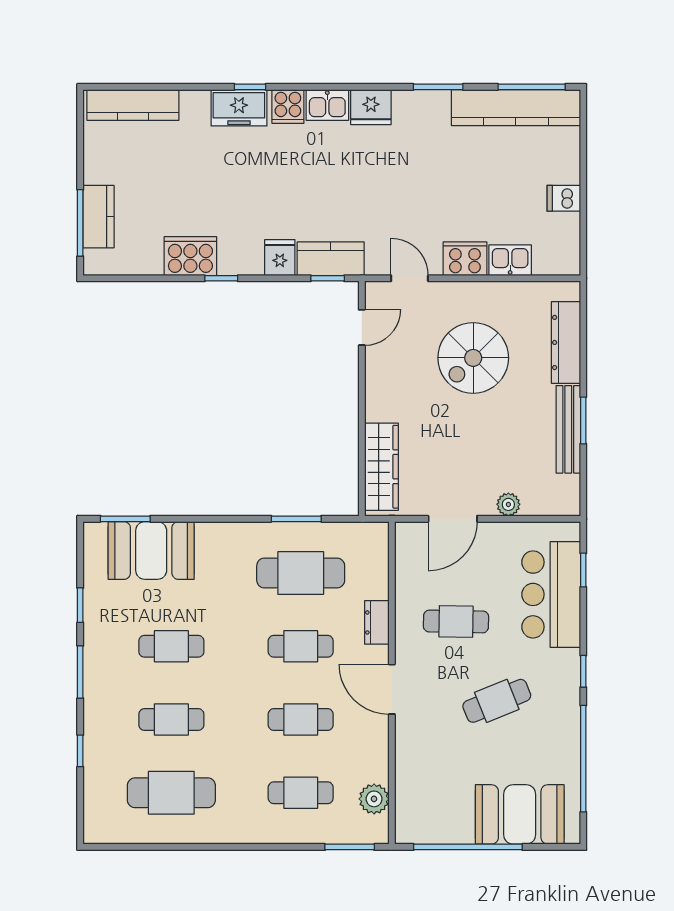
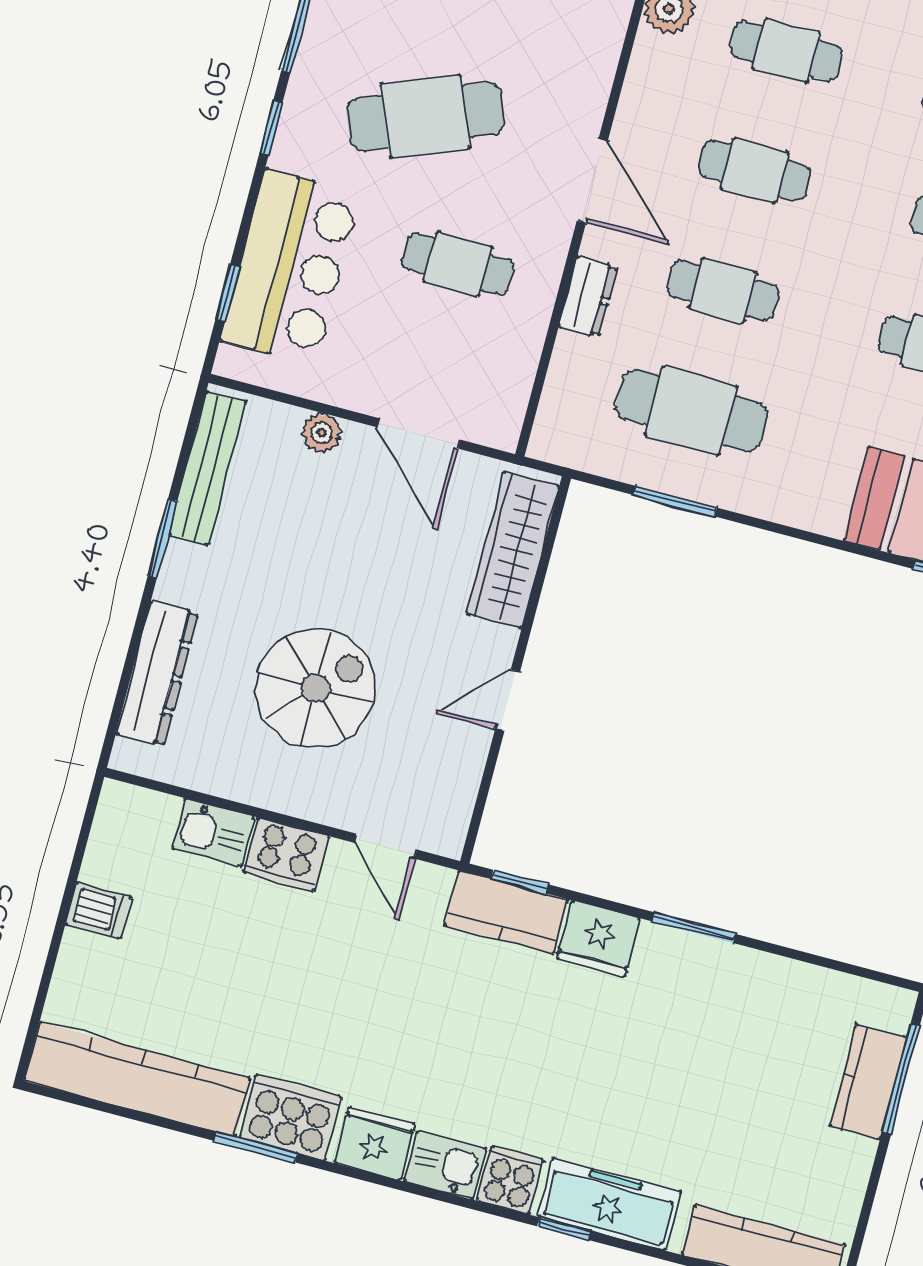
window: (532, 87) -> (103, 1107), removed
freezer: (239, 108) -> (609, 1204), width x1.40
cooker: (190, 256) -> (290, 1117), moved, turned 180
fridge: (280, 258) -> (598, 939), width x1.38
window: (221, 278) -> (694, 928), width x1.50
door: (362, 327) -> (508, 700), moved
bench: (568, 429) -> (207, 468), moved
door: (453, 519) -> (419, 434), swing flipped
cafe table: (497, 701) -> (425, 116), width x1.37, depth x1.35

